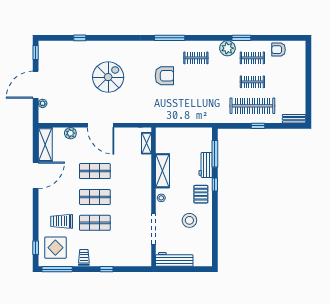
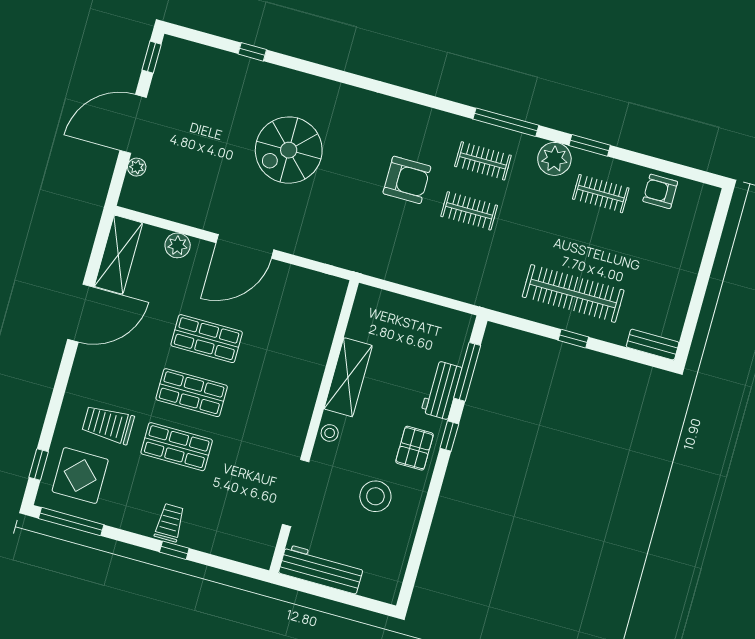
window: (170, 38) -> (506, 122), moved
spiral stairs: (108, 77) -> (289, 150), turned 180
clothes rail: (252, 82) -> (469, 211), moved
door: (101, 125) -> (245, 246), hinge flipped
shelving: (146, 143) -> (331, 310), removed
trolley: (84, 257) -> (170, 523), moved

